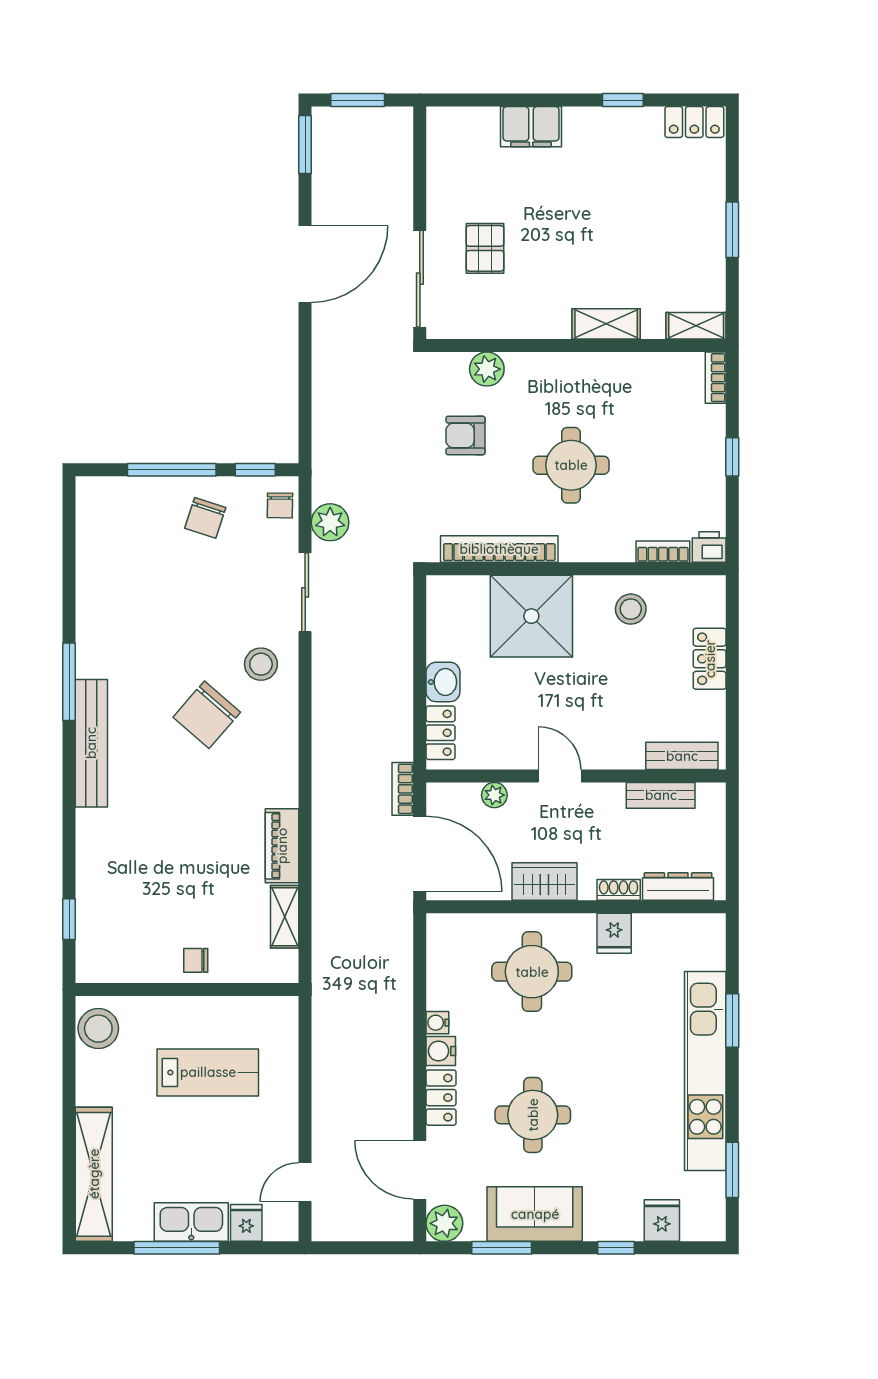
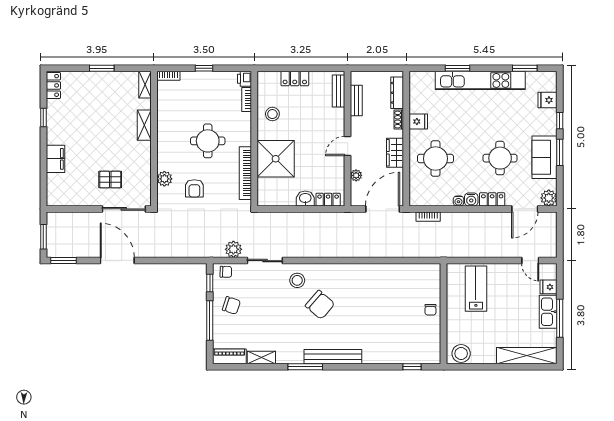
bookcase: (403, 789) -> (428, 217), moved
piano: (282, 846) -> (229, 356), moved, turned 180
shelving: (285, 917) -> (261, 357), moved
lab bench: (208, 1072) -> (476, 289), moved
window: (502, 1248) -> (560, 152), moved

